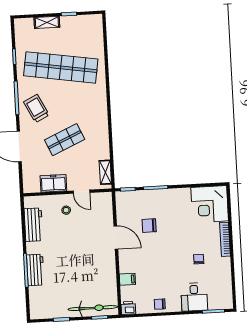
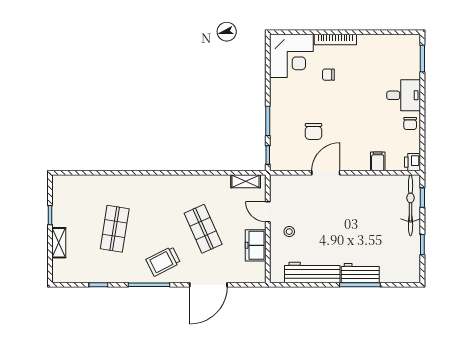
shop shelf: (61, 67) -> (115, 229), width x0.50, depth x0.74
door: (81, 192) -> (268, 212), swing flipped
workbench: (33, 225) -> (312, 272), width x1.38
chair: (199, 259) -> (328, 75), moved
desk: (194, 297) -> (404, 95), moved

